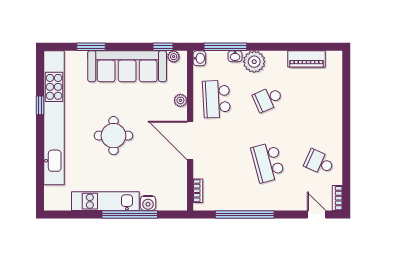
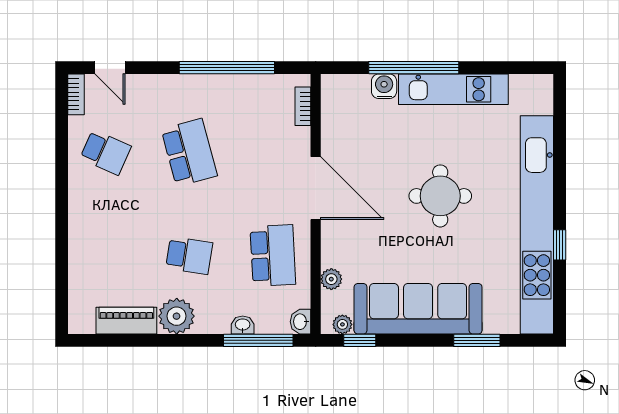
plant: (254, 62) -> (177, 316), moved
school desk: (268, 99) -> (189, 255), turned 33
plant: (180, 100) -> (331, 279), moved

